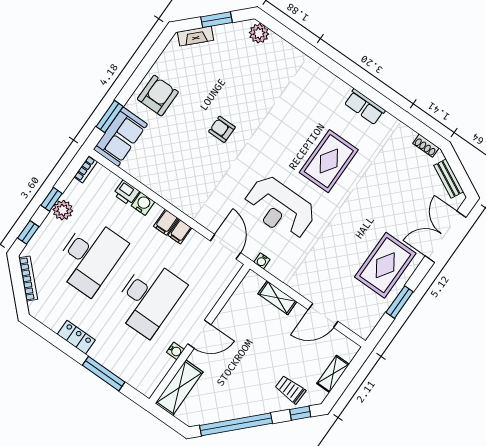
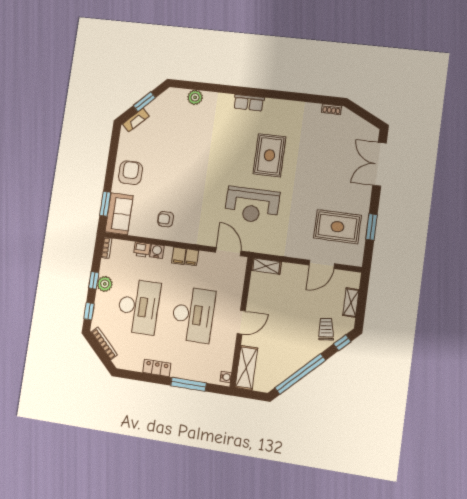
plant: (259, 33) -> (195, 97), moved
row of seats: (365, 107) -> (249, 103), moved
armchair: (222, 129) -> (166, 219), moved
bench: (449, 179) -> (360, 123), removed
water cooler: (262, 261) -> (259, 248), removed
rug: (385, 265) -> (337, 227), moved, turned 90
shelving: (277, 298) -> (266, 266), moved
water cooler: (175, 351) -> (226, 377), moved
trolley: (290, 389) -> (326, 329), turned 80

